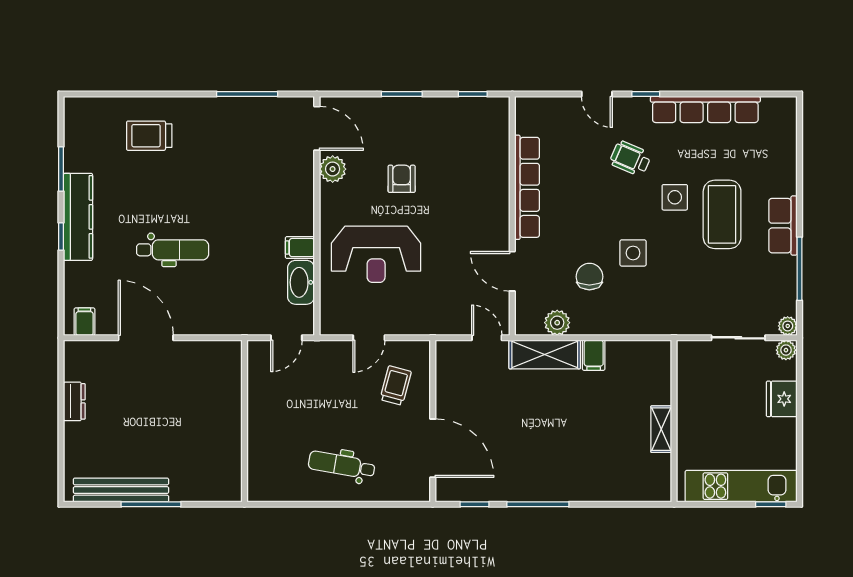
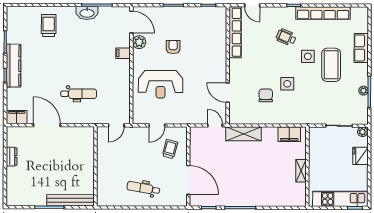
door: (597, 94) -> (252, 5), moved
trolley: (149, 136) -> (49, 26), turned 90
row of seats: (527, 187) -> (235, 32), moved
row of seats: (783, 226) -> (361, 48), moved
filing cabinet: (300, 248) -> (123, 53), moved
dental chair: (173, 250) -> (79, 94), moved
washbasin: (301, 282) -> (87, 13), moved, turned -90
filing cabinet: (84, 322) -> (17, 117), width x2.00
plant: (557, 323) -> (250, 118), removed
plant: (788, 326) -> (363, 91), moved
filing cabinet: (594, 355) -> (289, 134), moved, width x2.00
bench: (121, 490) -> (70, 200), moved

